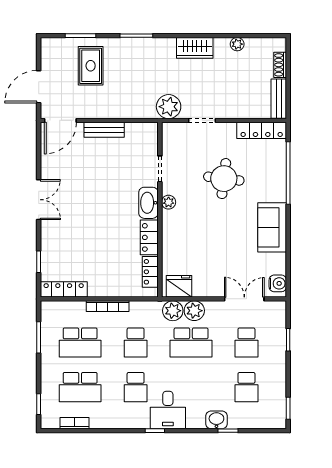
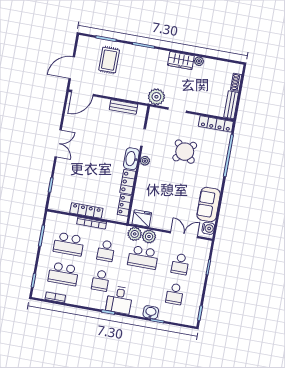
plant: (237, 44) -> (199, 61), moved
bench: (104, 130) -> (124, 107), moved
round table: (224, 179) -> (185, 152), turned 37
sofa: (272, 227) -> (209, 204), moved
locker: (64, 289) -> (86, 211), moved

